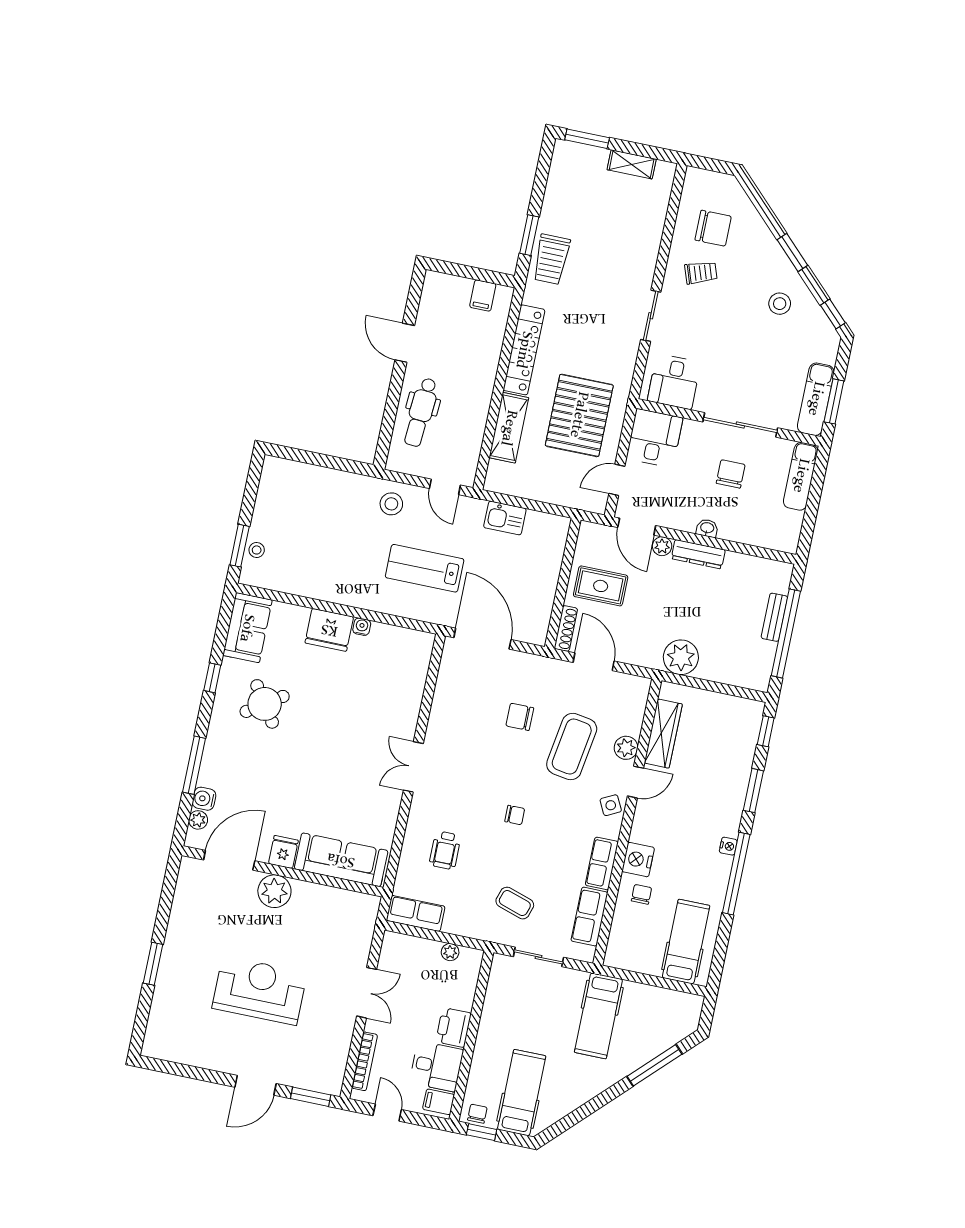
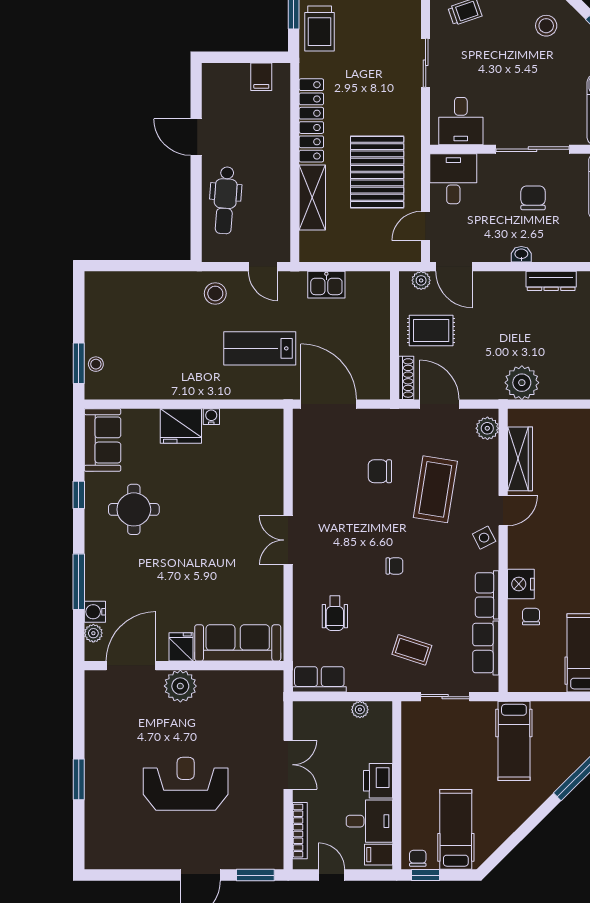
plant: (662, 546) -> (421, 280), moved
dresser: (698, 554) -> (551, 281), moved
round table: (265, 704) -> (134, 509), turned 34
plant: (626, 748) -> (487, 428), moved

